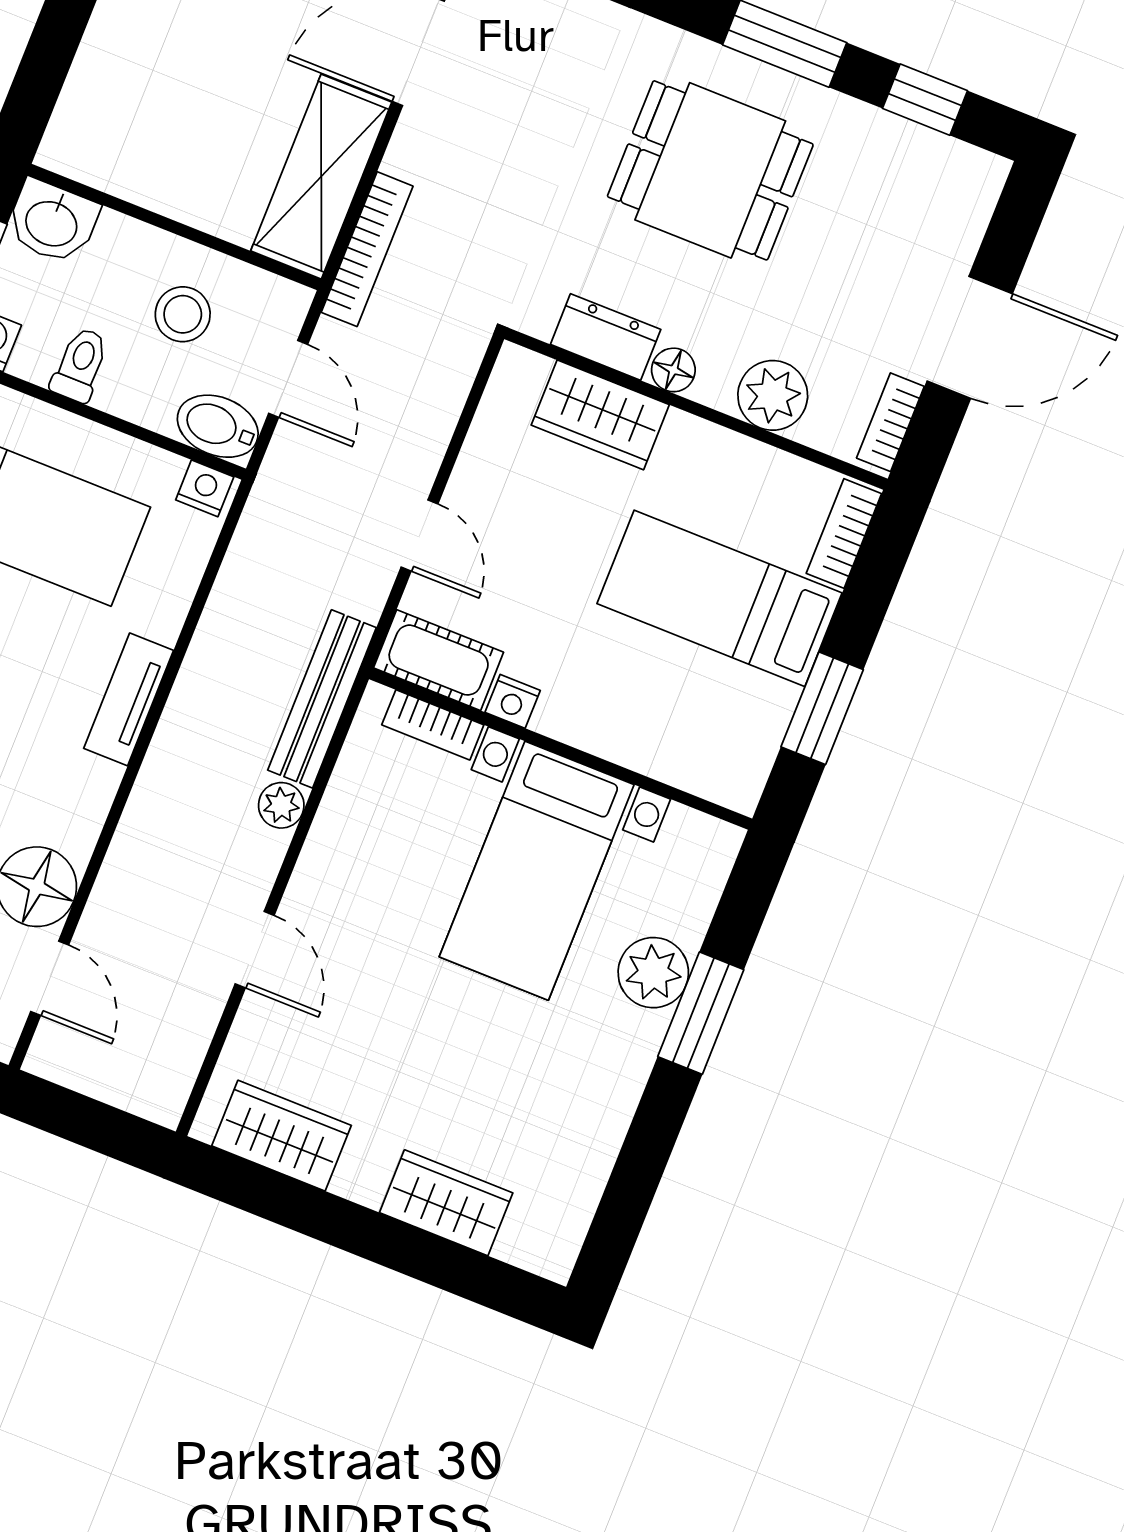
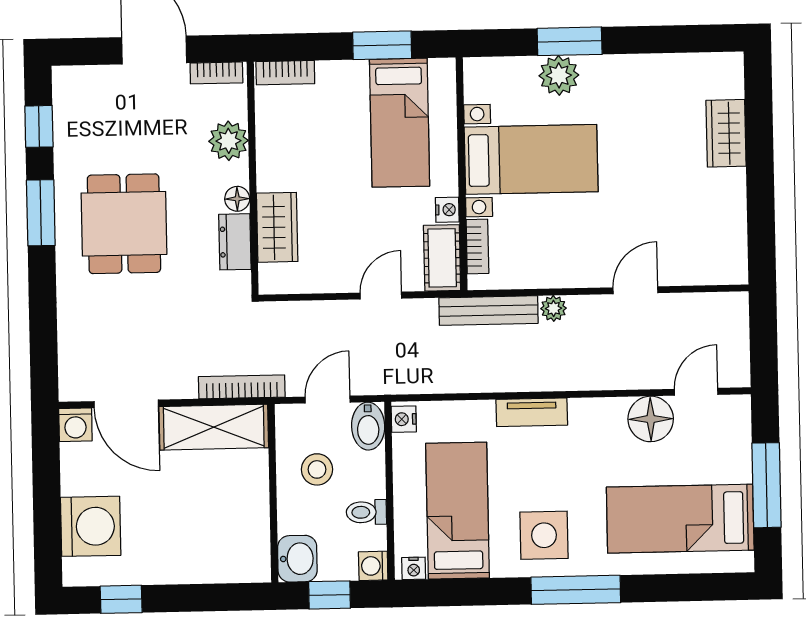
bed: (720, 598) -> (400, 123), moved
wardrobe: (282, 1136) -> (727, 235), removed

